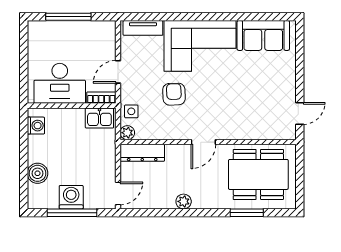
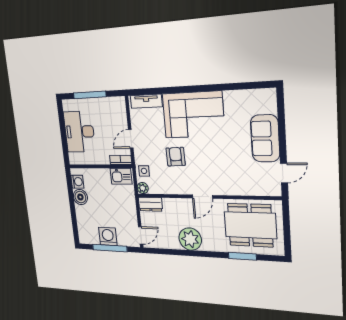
sofa: (263, 35) -> (265, 138), moved, turned 90
desk: (60, 83) -> (79, 132), moved, turned 90
dresser: (142, 153) -> (150, 204), width x0.70
boiler: (38, 173) -> (80, 197), moved
plant: (184, 201) -> (190, 239), width x1.88, depth x1.88

